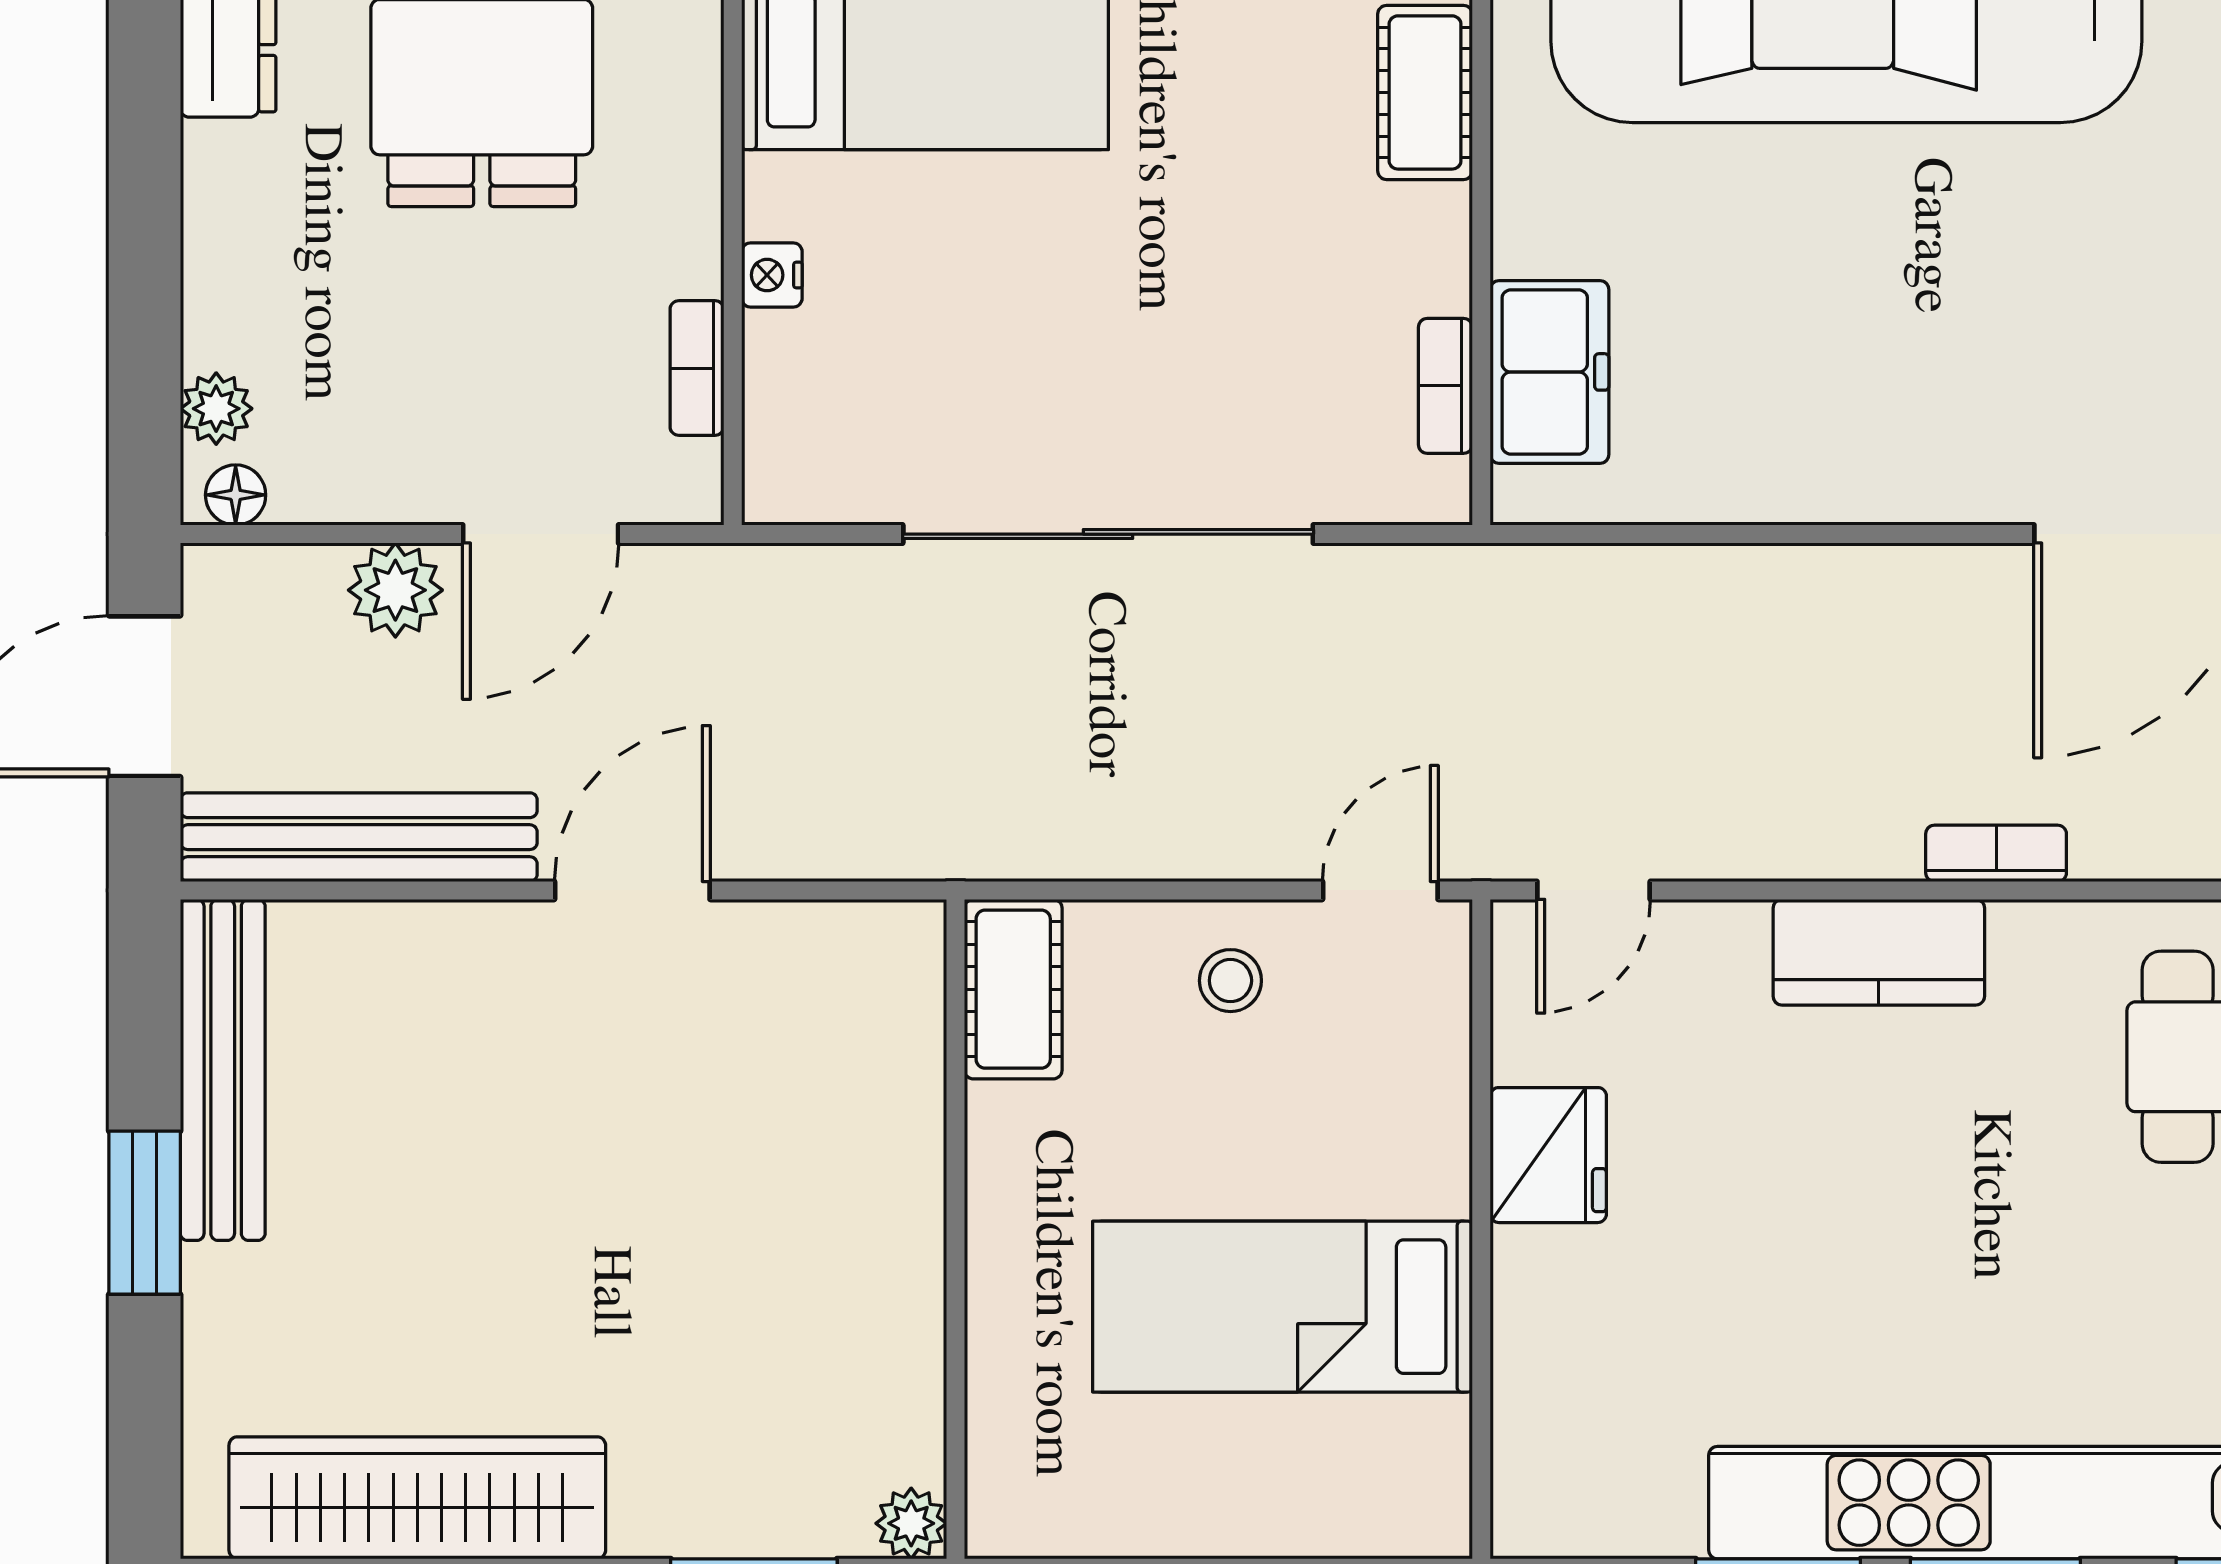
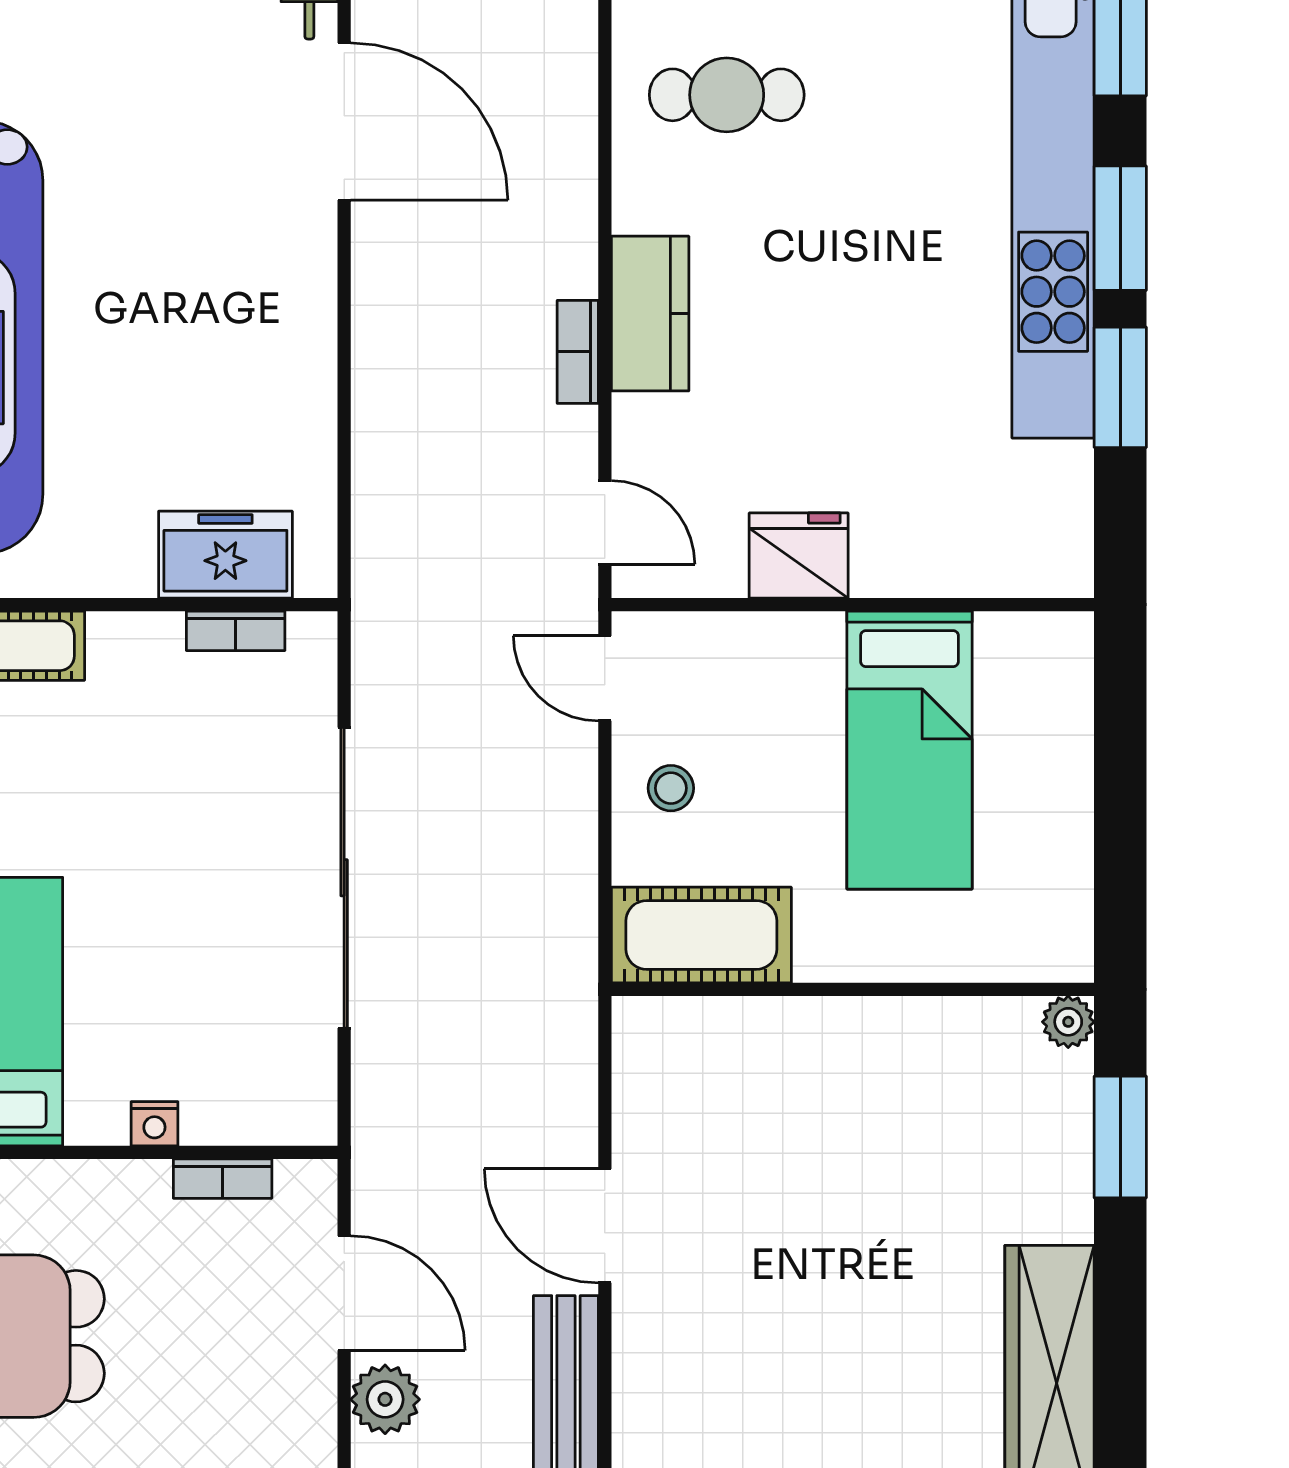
bookcase: (1996, 853) -> (578, 352), moved
cot: (1013, 989) -> (701, 935), width x1.37, depth x1.34

